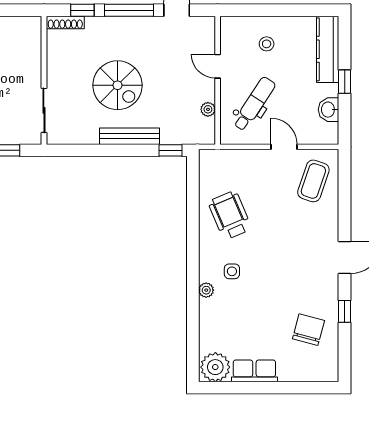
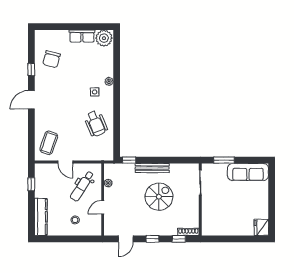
window: (129, 10) -> (153, 239), width x0.46
door: (218, 66) -> (103, 207), swing flipped
window: (345, 82) -> (31, 184), moved
spiral stairs: (117, 85) -> (159, 197), turned 90
washbasin: (329, 110) -> (40, 183), removed

